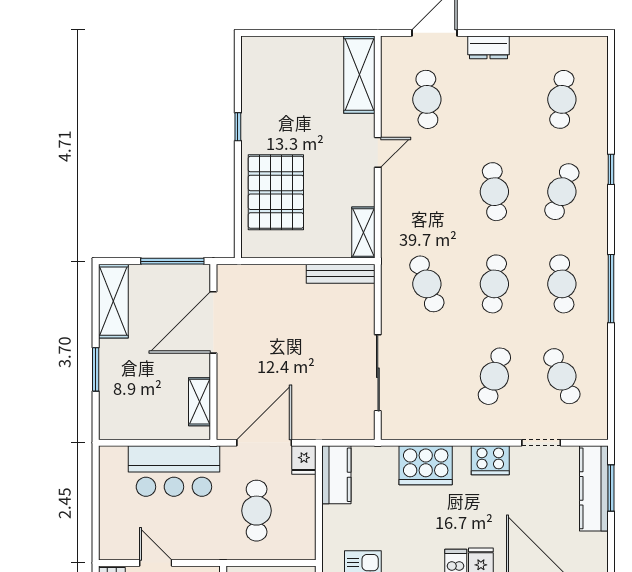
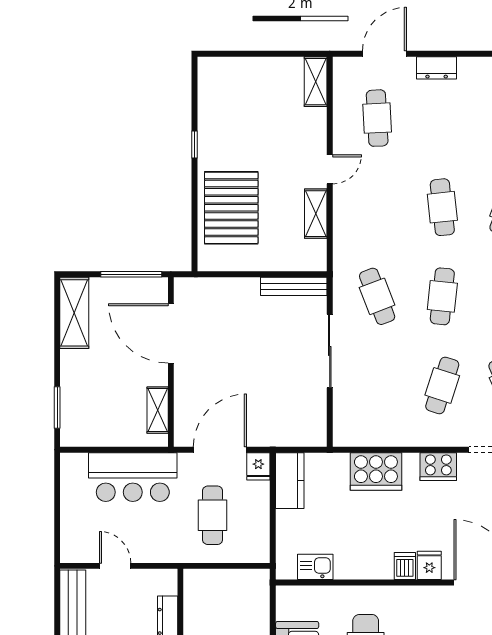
shelving: (359, 75) -> (316, 82), width x0.67, depth x0.75
shelving: (363, 233) -> (316, 214), moved
door: (213, 322) -> (171, 333), hinge flipped
window: (96, 369) -> (57, 408), moved
sliding door: (378, 373) -> (330, 351), moved

